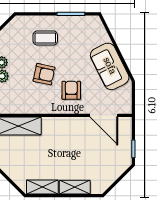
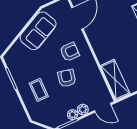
armchair: (71, 90) -> (70, 52), turned 180

